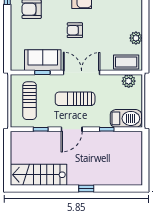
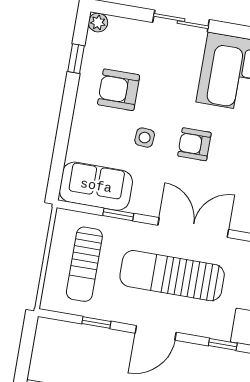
side table: (49, 31) -> (145, 138), added
sofa: (43, 60) -> (96, 186), moved
sun lounger: (75, 99) -> (172, 276), width x1.36, depth x1.34

